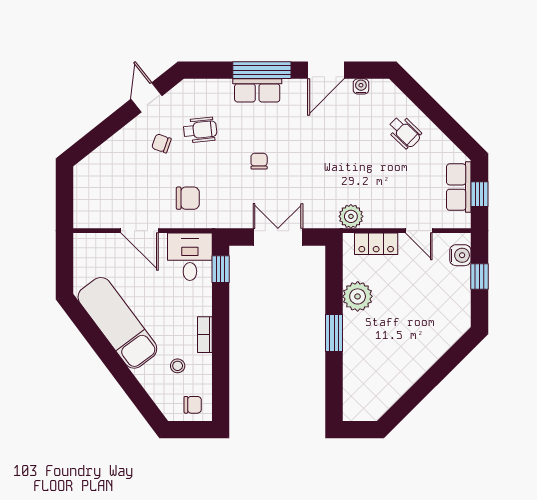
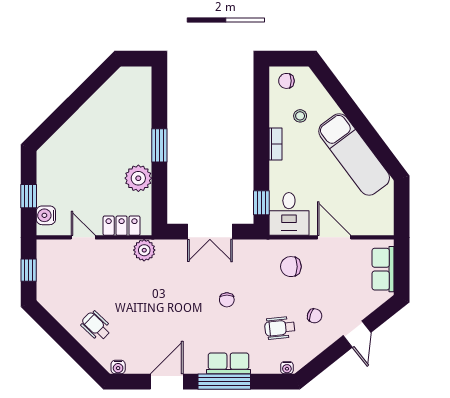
water cooler: (192, 86) -> (287, 368), added
water cooler: (361, 86) -> (118, 367), moved
door: (147, 97) -> (357, 334), moved
row of seats: (459, 187) -> (383, 269), moved, turned 180

